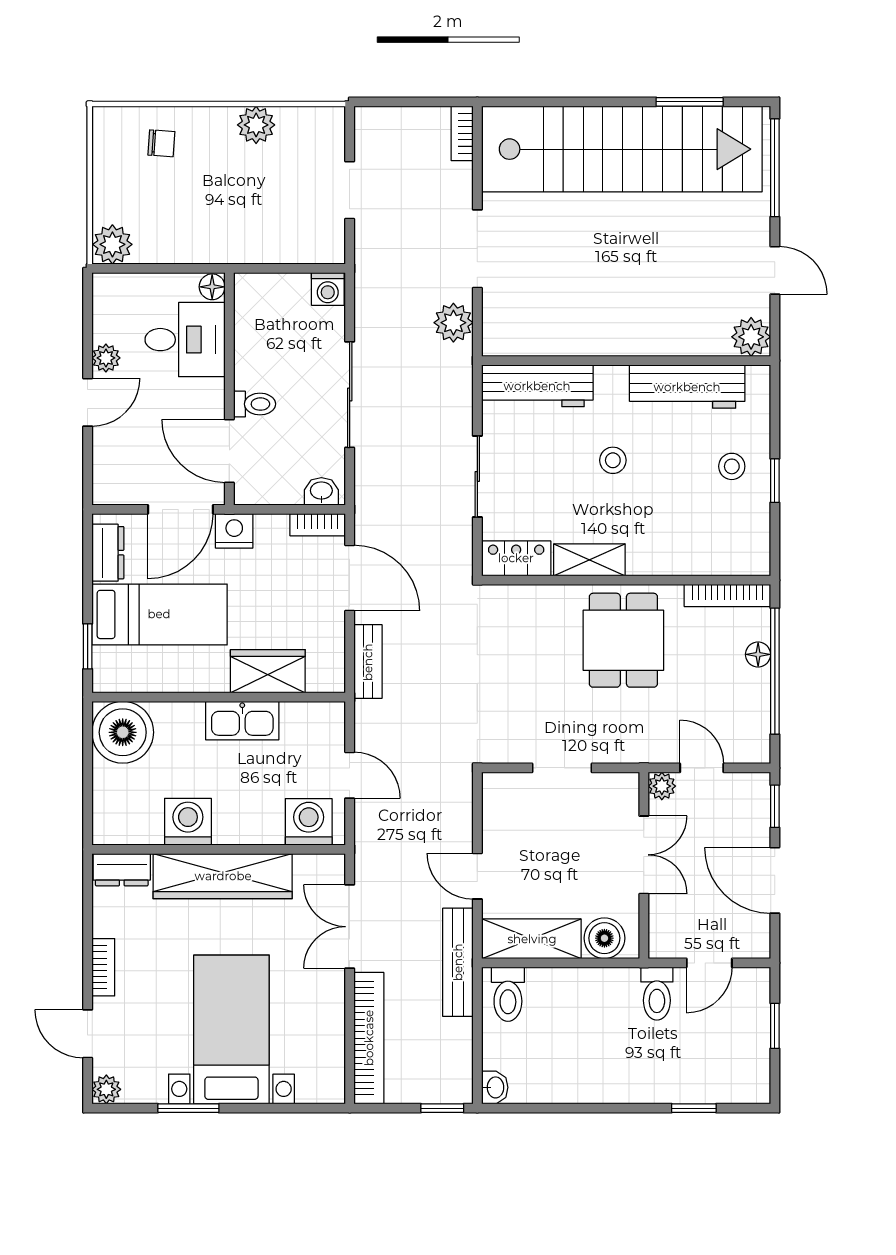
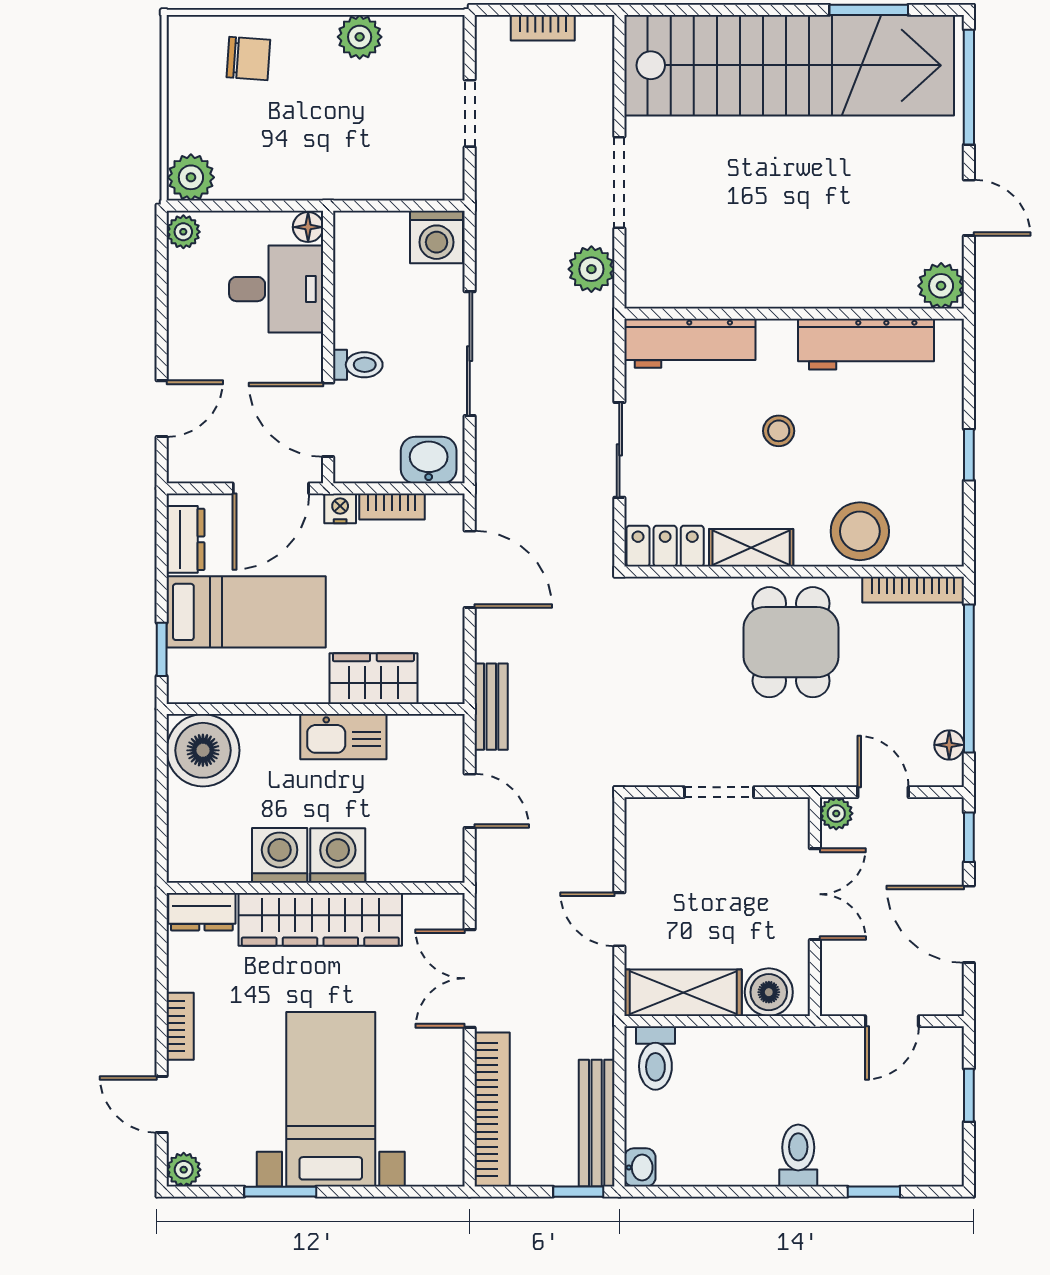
bookcase: (462, 133) -> (543, 28), moved, turned -90
chair: (161, 143) -> (248, 59), width x1.37, depth x1.37
washing machine: (328, 289) -> (437, 237), width x1.38, depth x1.38
plant: (106, 358) -> (183, 232), moved
door: (88, 402) -> (162, 409), moved
stool: (732, 466) -> (860, 531), moved, width x1.89, depth x1.89
washbasin: (321, 491) -> (429, 460), width x1.38, depth x1.45
bookcase: (318, 525) -> (392, 507), moved
nightstand: (234, 531) -> (340, 508), width x0.72, depth x0.74
floor lamp: (758, 654) -> (949, 745), moved
bench: (368, 662) -> (491, 707), moved
washing machine: (309, 822) -> (338, 856), moved
bench: (458, 962) -> (597, 1123), moved
toilet: (657, 994) -> (798, 1156), moved, turned 180

